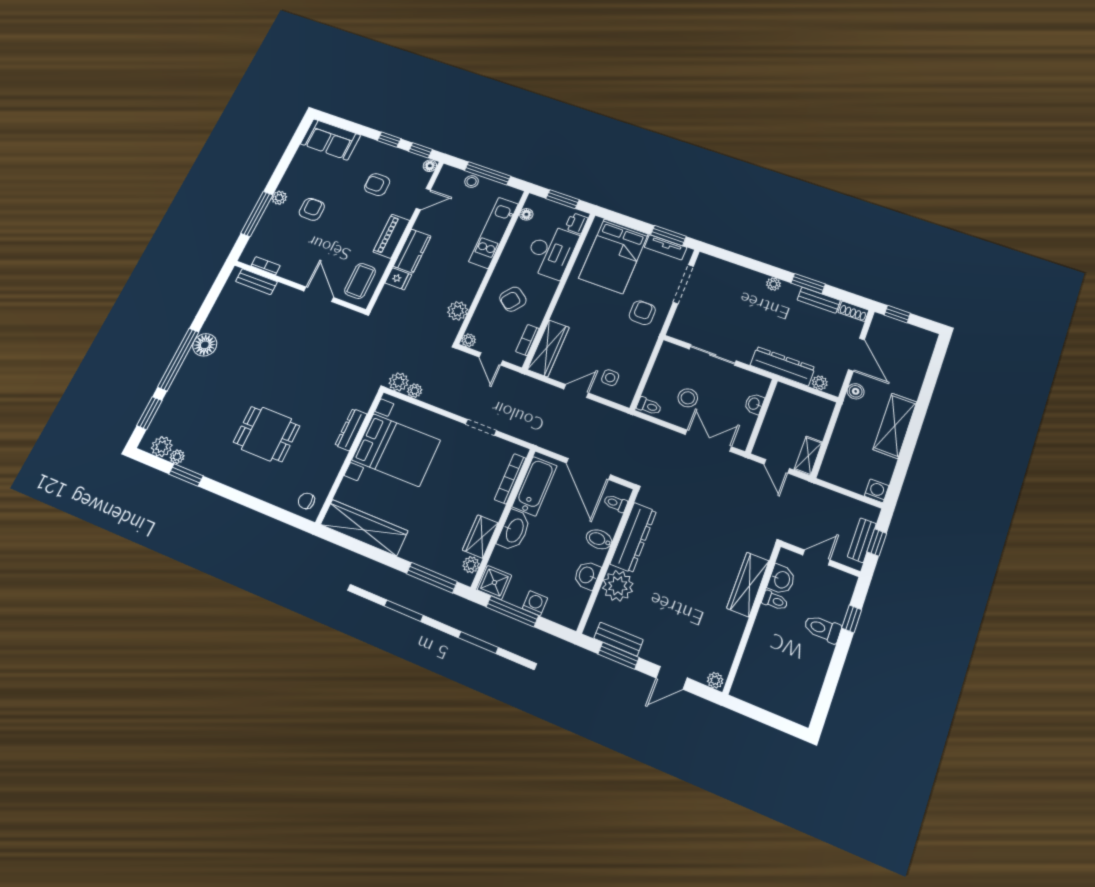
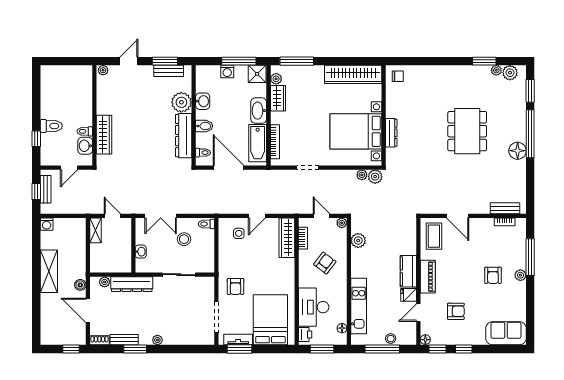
fridge: (398, 279) -> (409, 295), moved
dining table: (267, 434) -> (467, 131), moved, width x1.37

